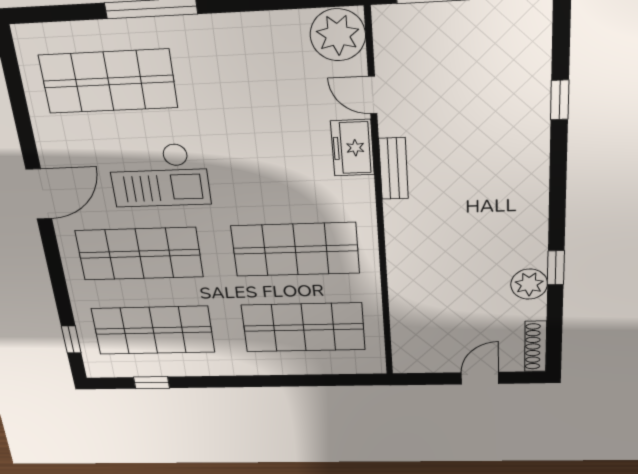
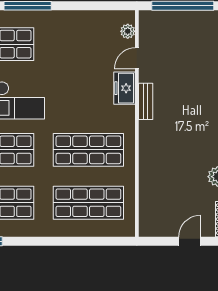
plant: (338, 35) -> (128, 31), width x0.53, depth x0.53
door: (373, 95) -> (137, 58), hinge flipped

